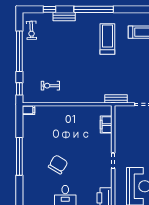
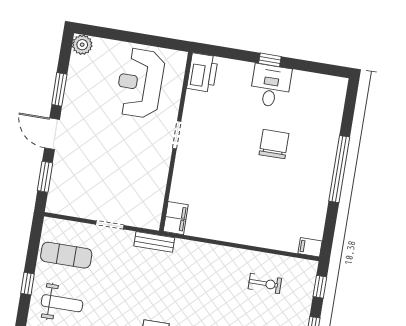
filing cabinet: (106, 125) -> (176, 218), moved
chair: (58, 164) -> (274, 144), turned 149

